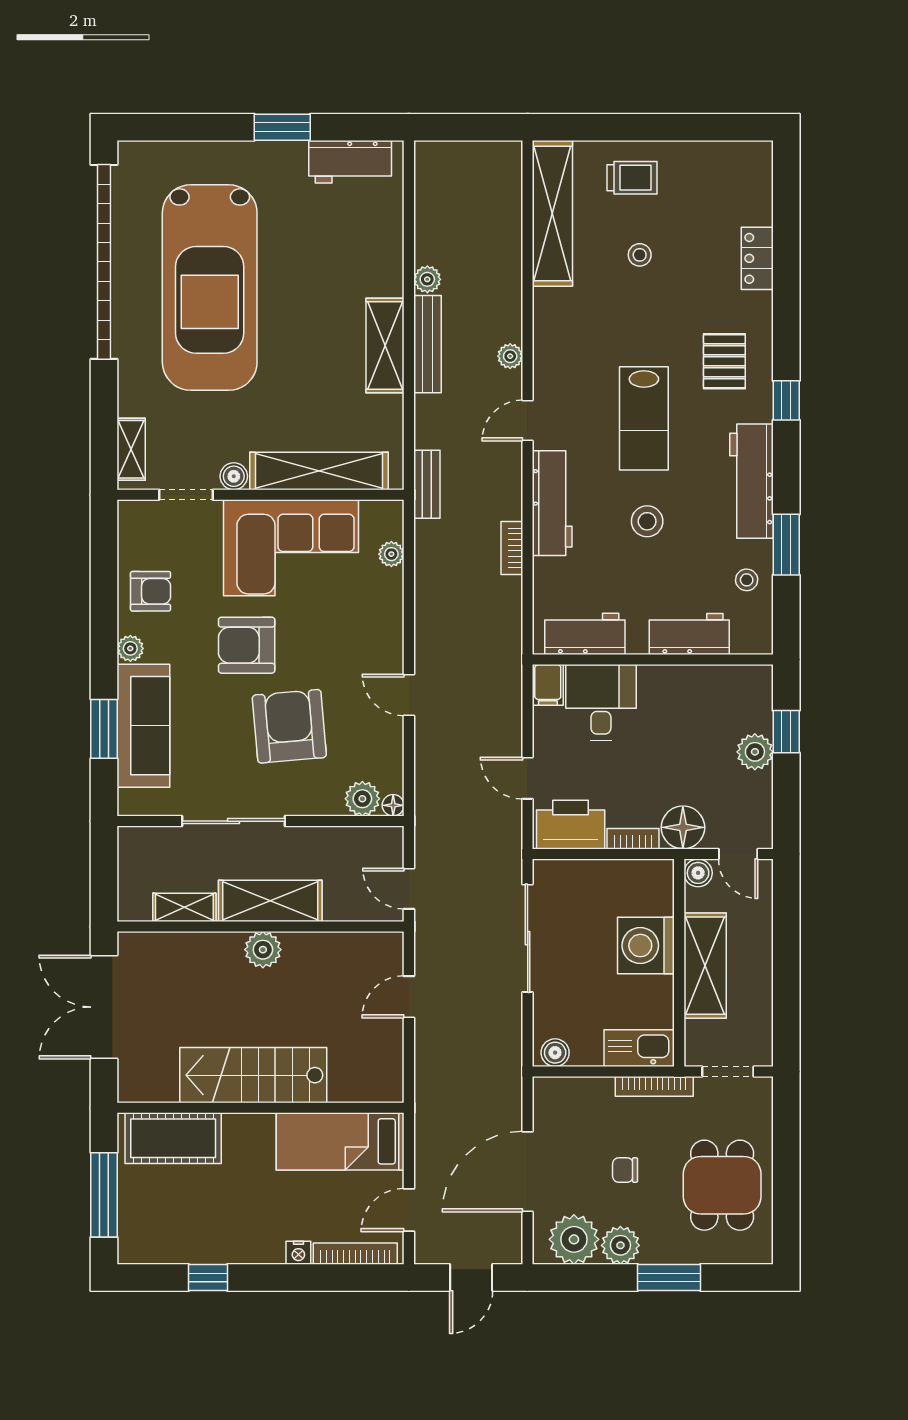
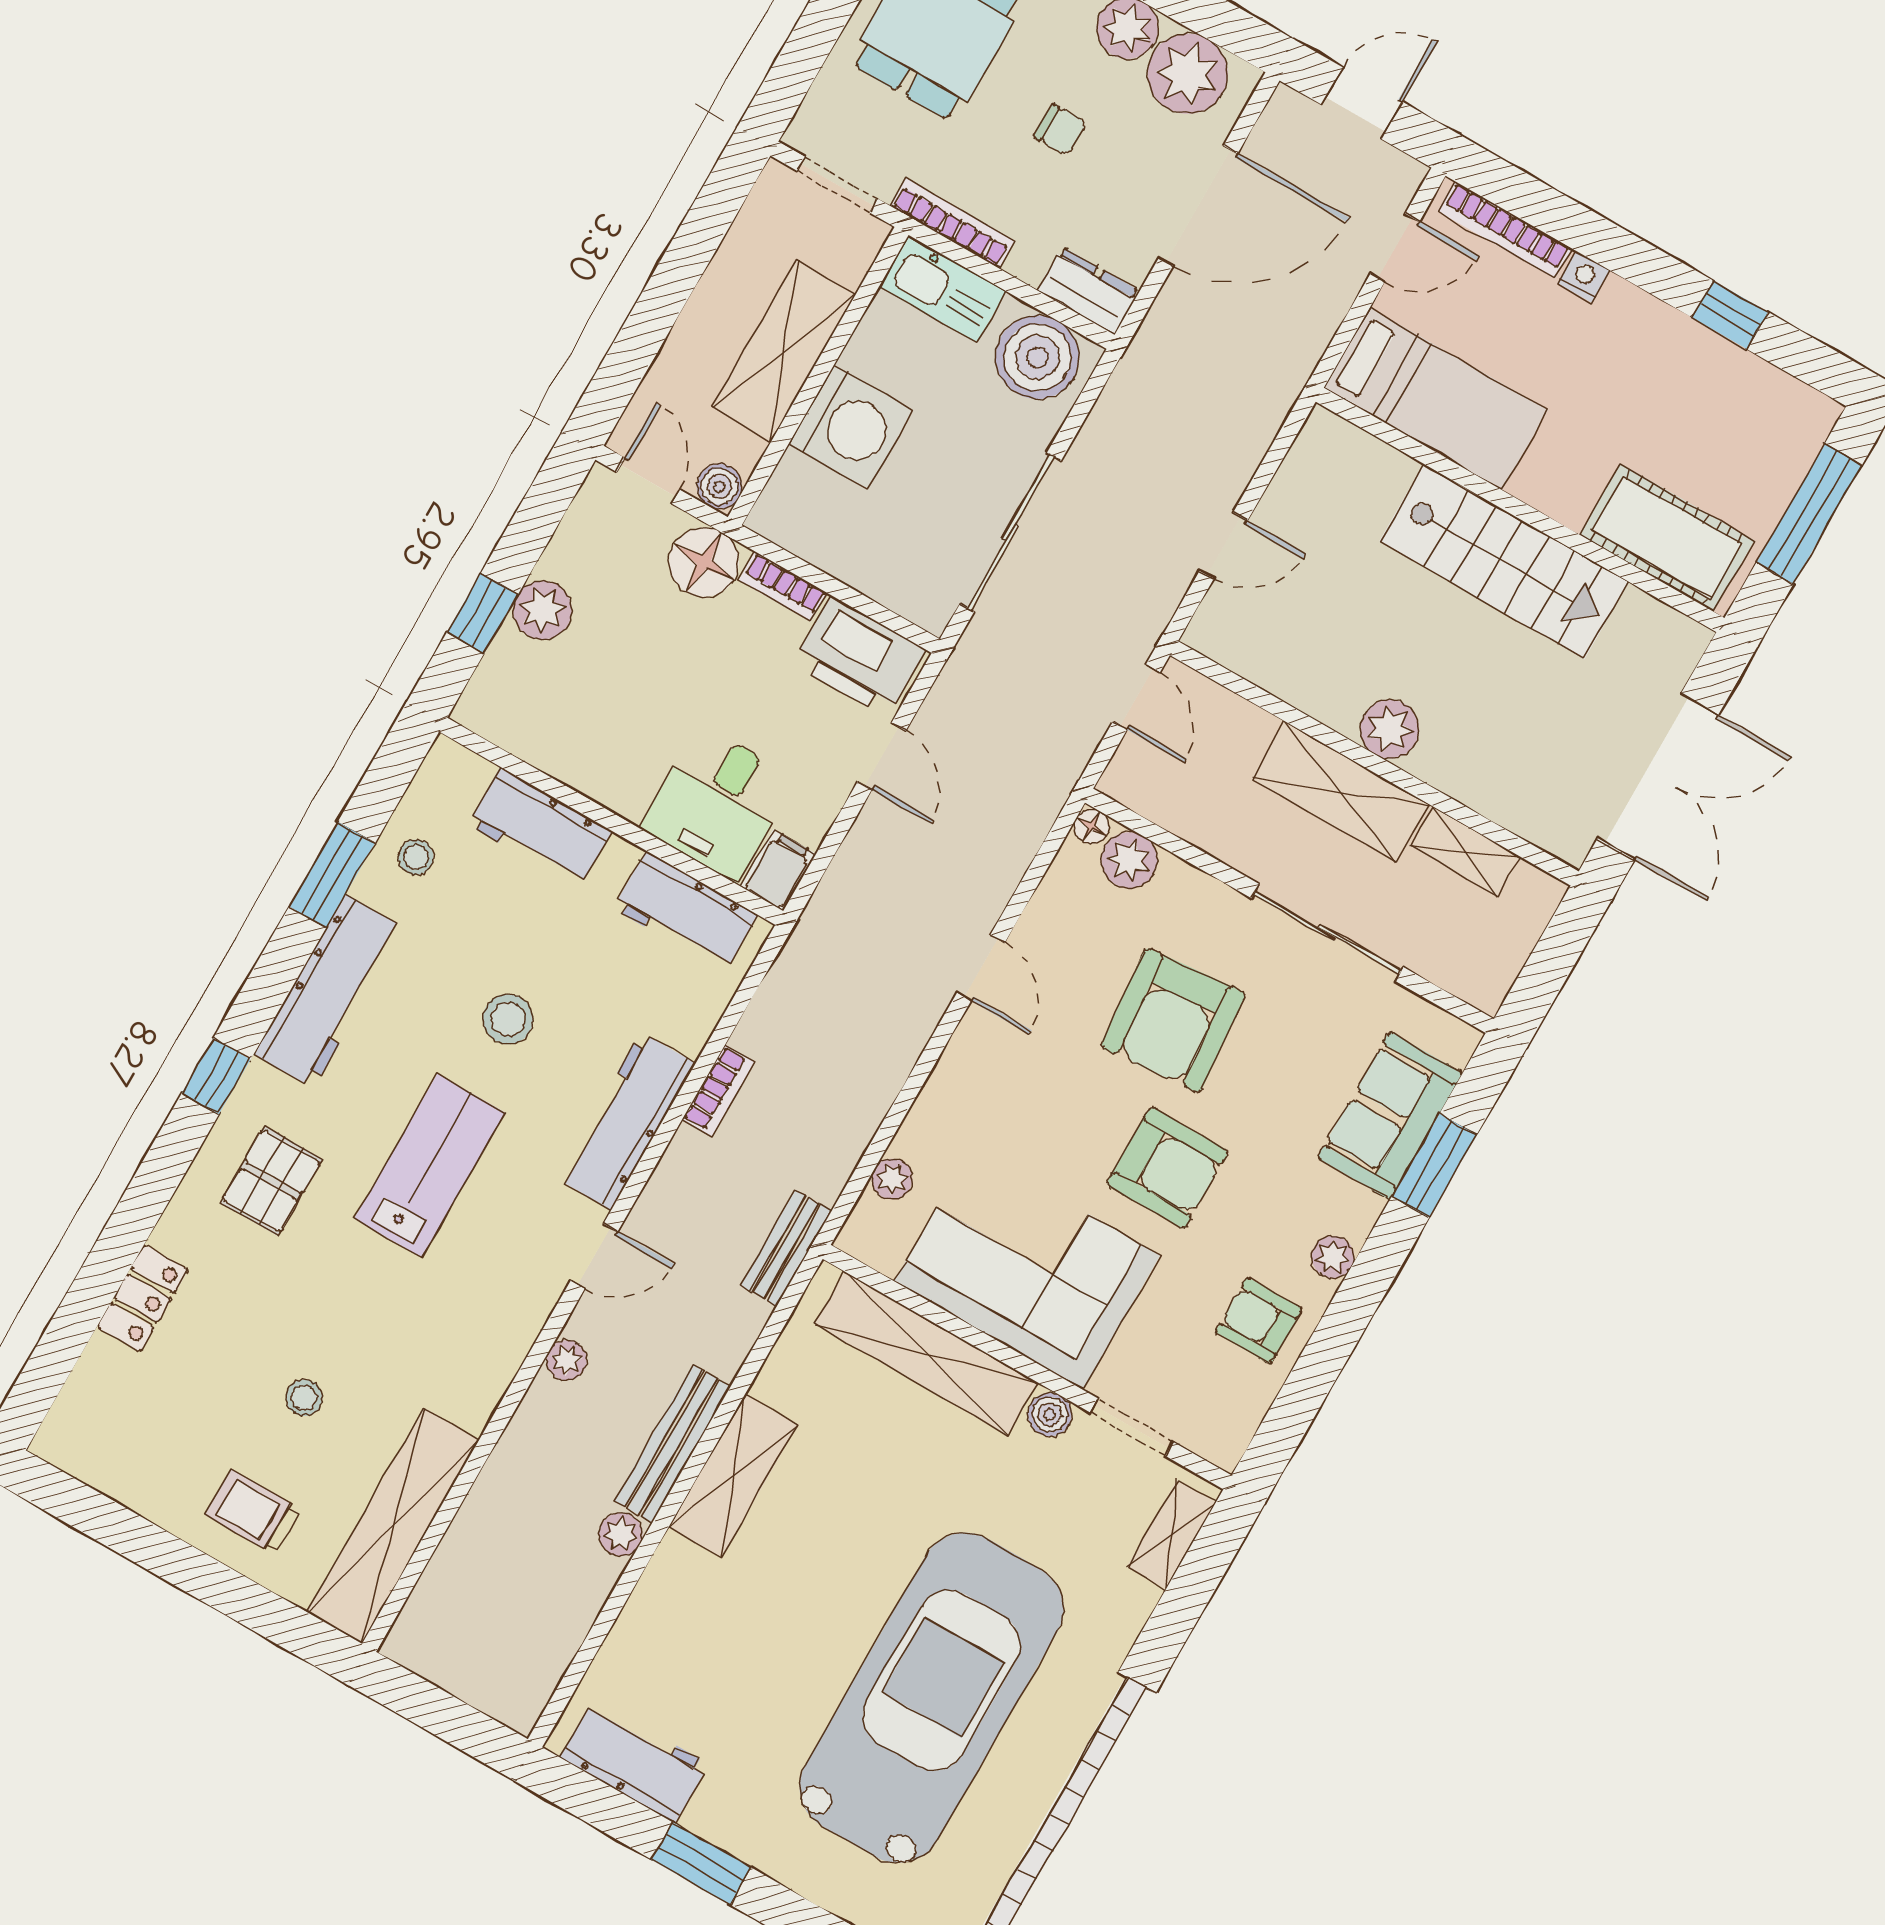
sofa: (143, 726) -> (1390, 1115), width x0.73
boiler: (555, 1053) -> (1037, 357), width x1.86, depth x1.86
dresser: (560, 1092) -> (1088, 291), added

